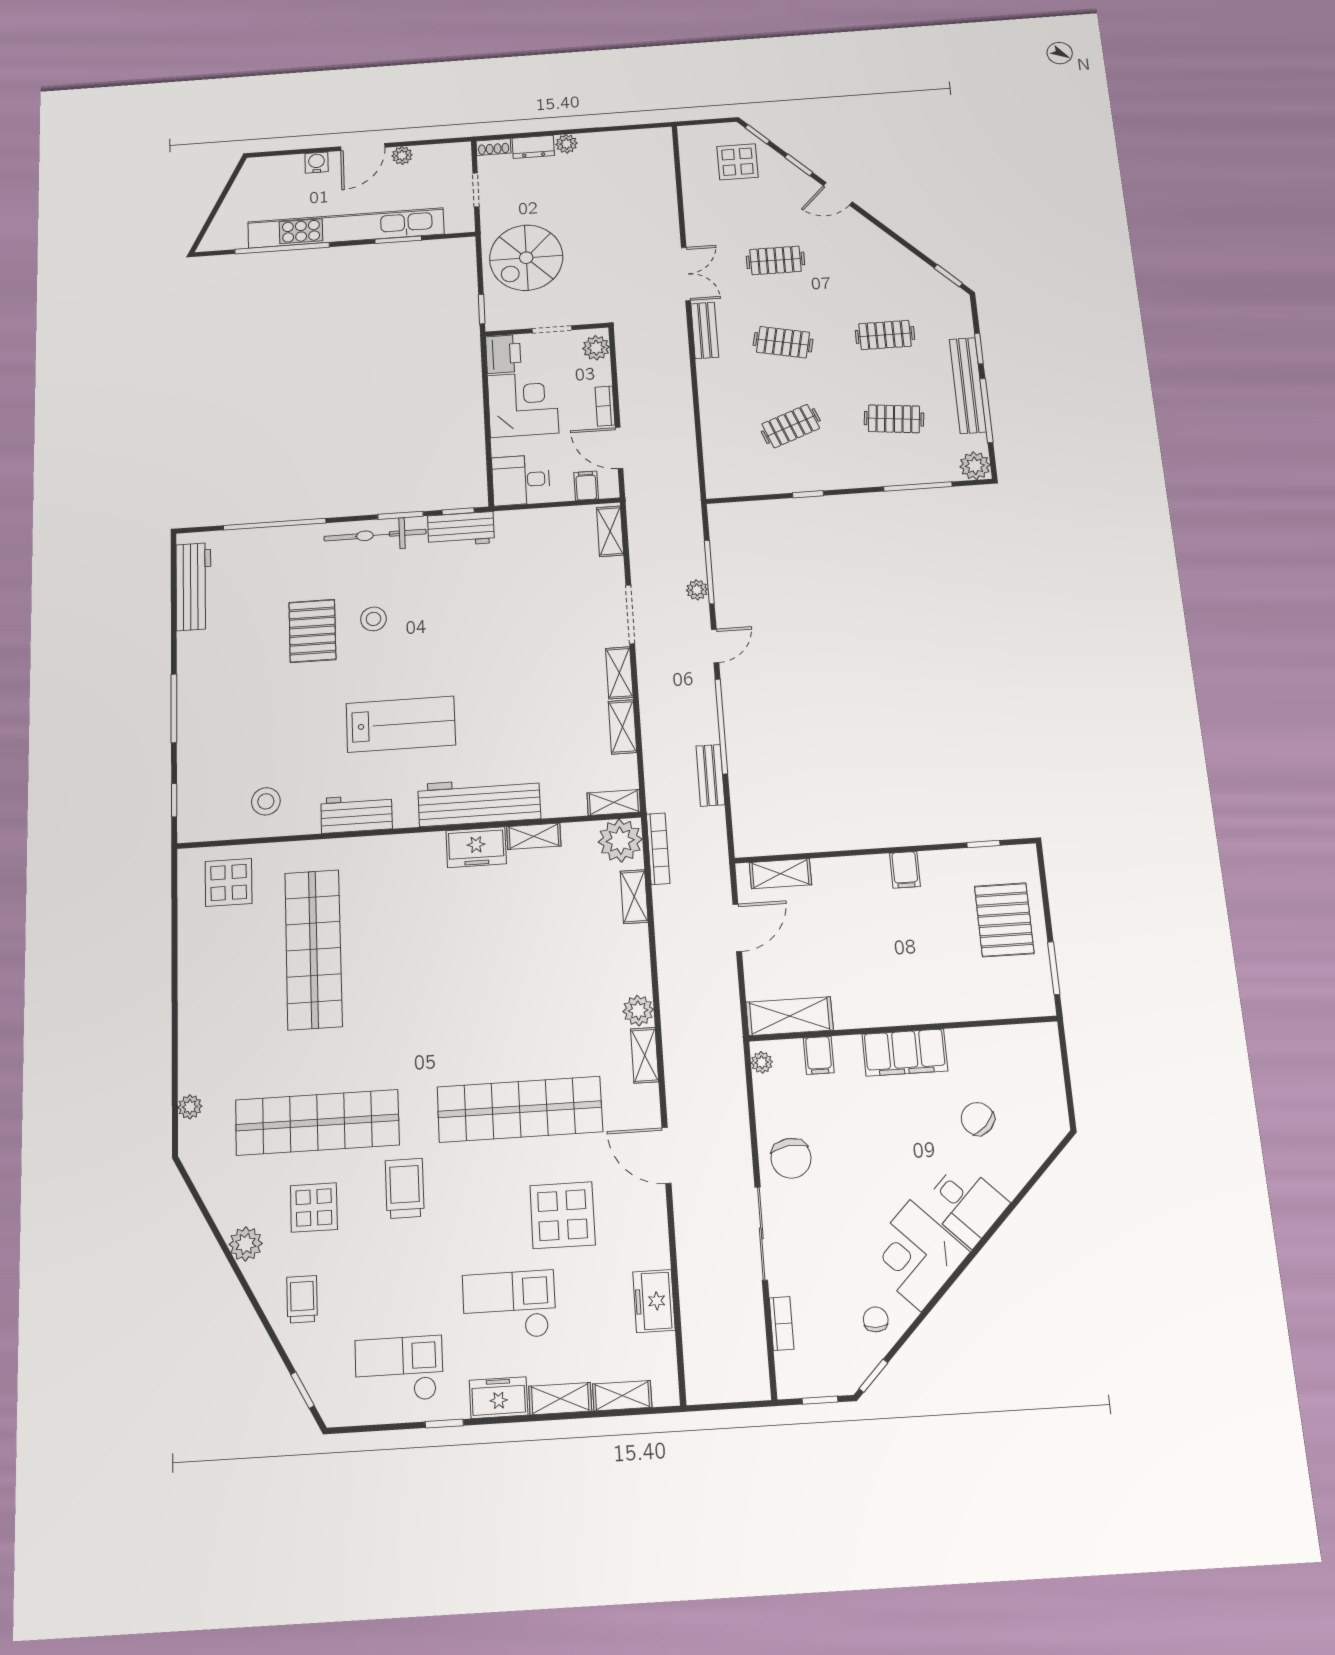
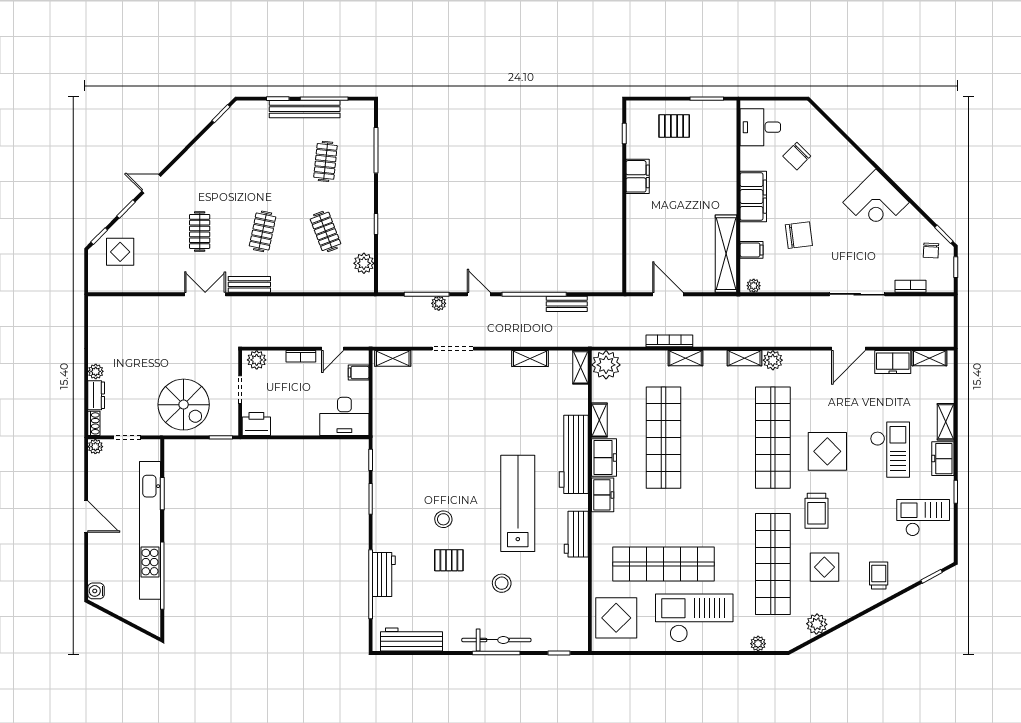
plant: (402, 155) -> (95, 447), moved
water cooler: (317, 163) -> (96, 591), moved
door: (838, 194) -> (151, 184), swing flipped
clothes rail: (885, 335) -> (263, 161), removed
corner desk: (523, 404) -> (295, 412), removed
door: (619, 448) -> (333, 349), width x0.73
plant: (975, 466) -> (364, 263), moved
desk: (521, 480) -> (344, 416), width x1.37
workbench: (461, 529) -> (384, 574), moved
bicycle: (375, 535) -> (496, 640), moved, turned -90
pallet: (312, 631) -> (449, 560), width x0.67, depth x0.71
shelving: (619, 673) -> (493, 358), removed
lab bench: (401, 724) -> (518, 503), width x1.36
stool: (266, 801) -> (502, 583), moved
freezer: (418, 849) -> (603, 495), added
bookcase: (658, 849) -> (669, 341), moved
filing cabinet: (905, 870) -> (638, 176), width x2.00
shelving: (780, 874) -> (635, 264), removed
display table: (229, 882) -> (616, 618), width x1.36, depth x1.36
shelving: (634, 897) -> (685, 358), moved
pallet: (1004, 920) -> (674, 126), width x0.67, depth x0.71
shop shelf: (511, 936) -> (664, 438), added
checkout: (230, 1003) -> (694, 618), added
plant: (638, 1011) -> (773, 360), moved
shelving: (790, 1016) -> (726, 254), width x1.47
door: (666, 1155) -> (849, 349), moved
chair: (791, 1158) -> (799, 235), moved
trolley: (405, 1188) -> (816, 511), turned -90
desk: (966, 1204) -> (760, 127), moved, turned -135
display table: (562, 1215) -> (827, 451), moved
plant: (246, 1244) -> (817, 624), moved
trolley: (302, 1299) -> (879, 575), turned 90
checkout: (509, 1305) -> (890, 450), turned 180
chair: (876, 1319) -> (931, 250), moved, turned -87
checkout: (399, 1369) -> (923, 518), turned 90
shelving: (622, 1396) -> (929, 358), moved, turned 90

